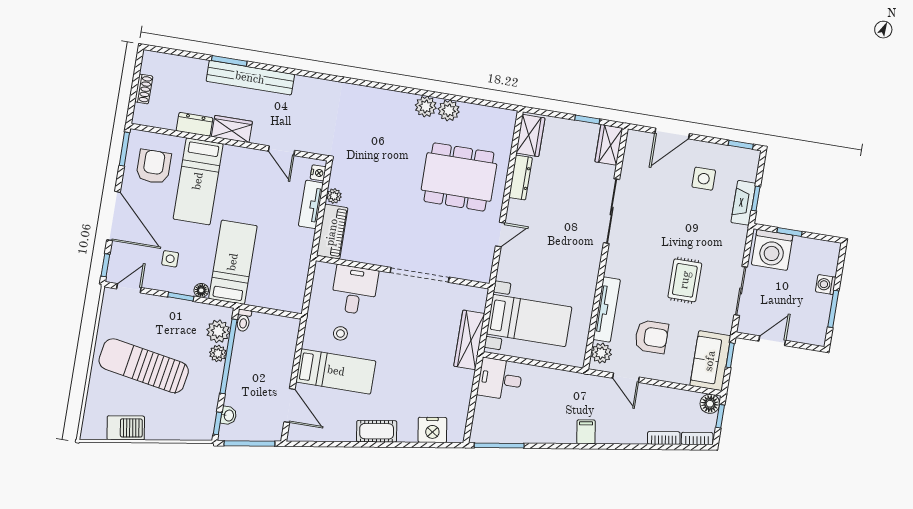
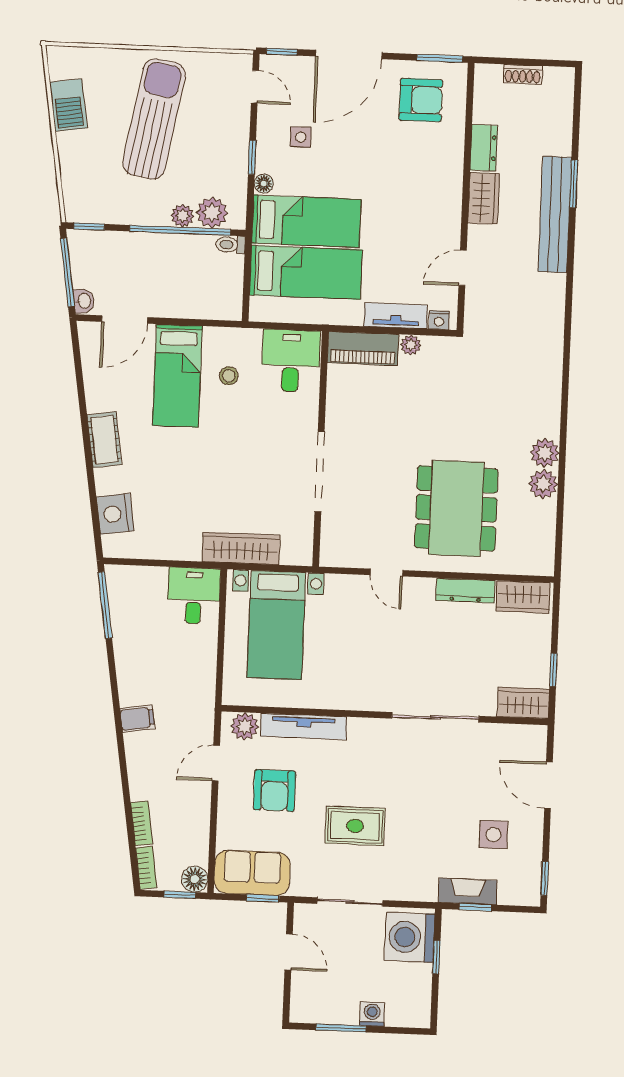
bed: (198, 181) -> (306, 272), moved, turned 180
desk: (354, 290) -> (291, 361), moved, turned -90
washbasin: (228, 416) -> (84, 301), moved, turned -99

